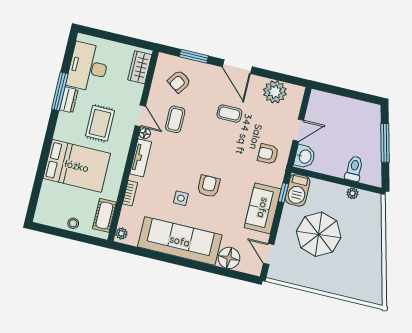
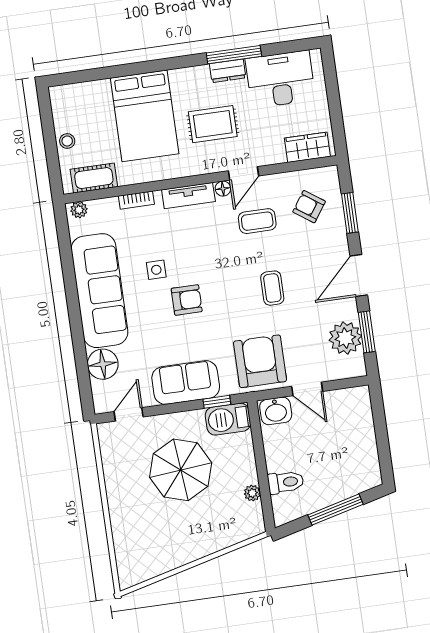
window: (276, 76) -> (367, 332), added
coffee table: (229, 114) -> (272, 288), moved
armchair: (268, 154) -> (260, 361), width x1.88, depth x1.88

